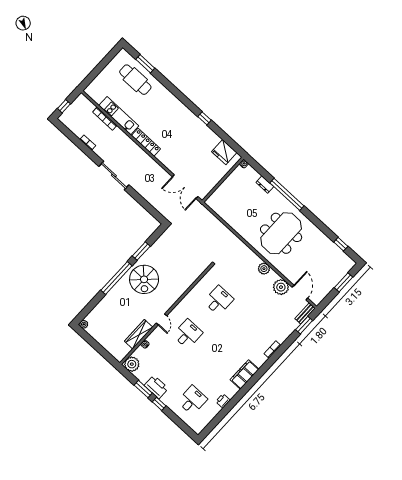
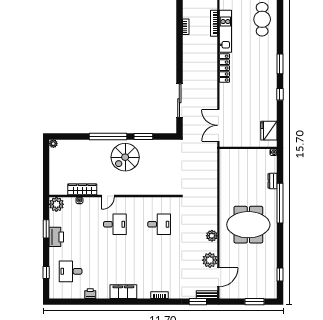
window: (145, 64) -> (280, 64), moved
sliding door: (114, 176) -> (179, 101), moved
desk: (192, 400) -> (71, 271), turned 180
window: (159, 404) -> (46, 273), moved

